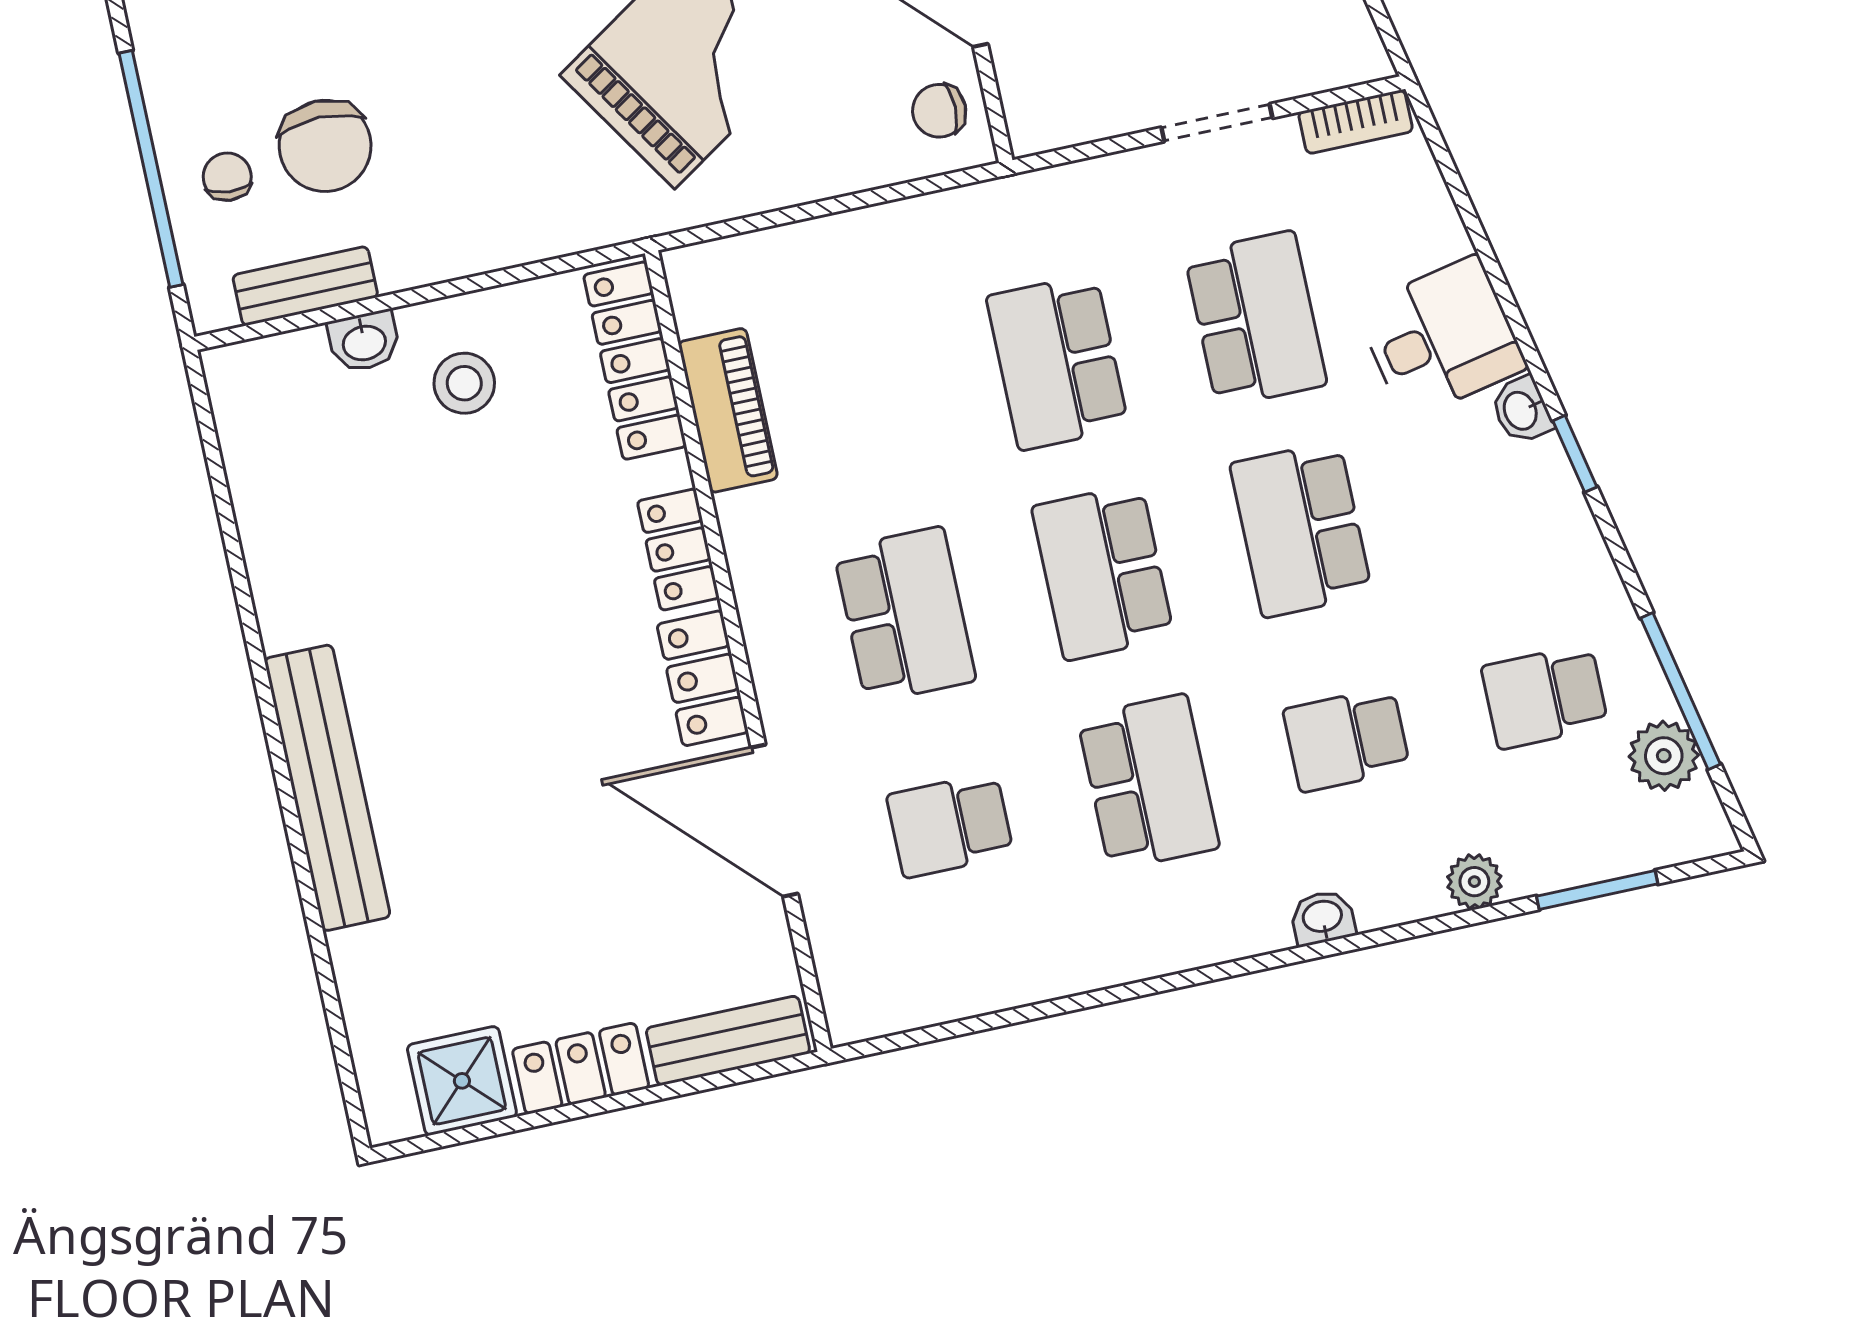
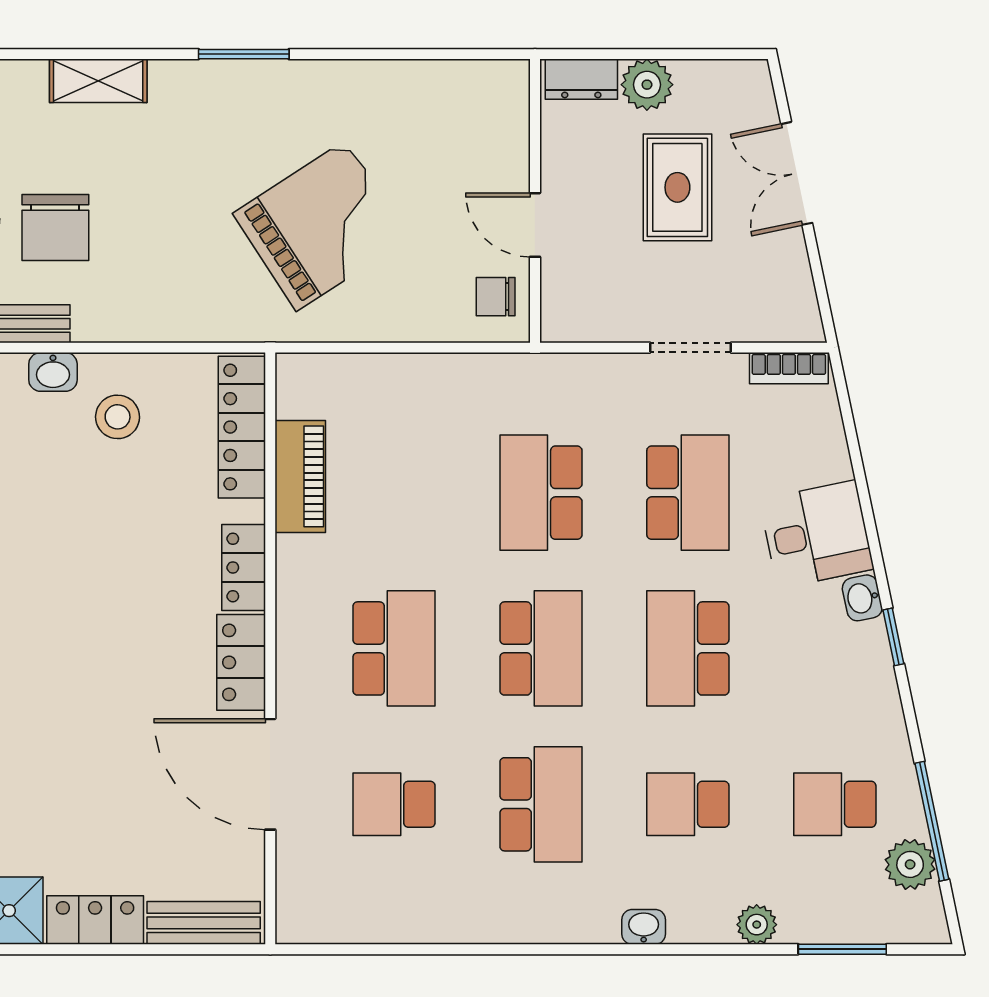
school desk: (1103, 572) -> (541, 648), turned 180

